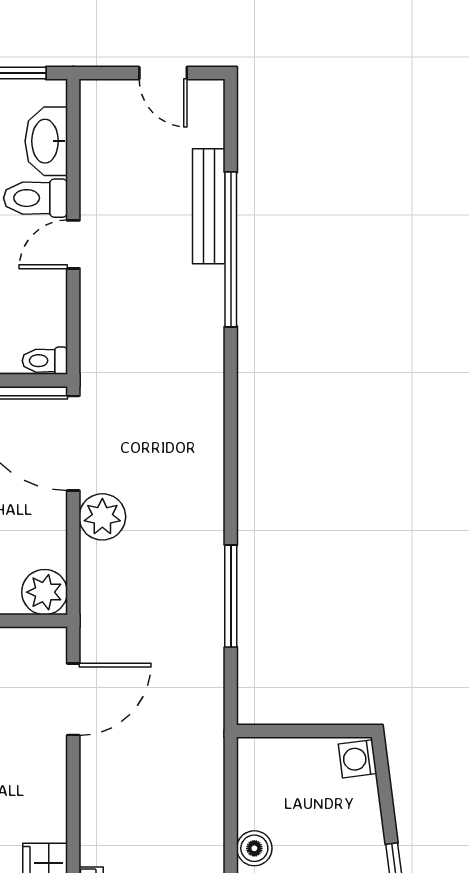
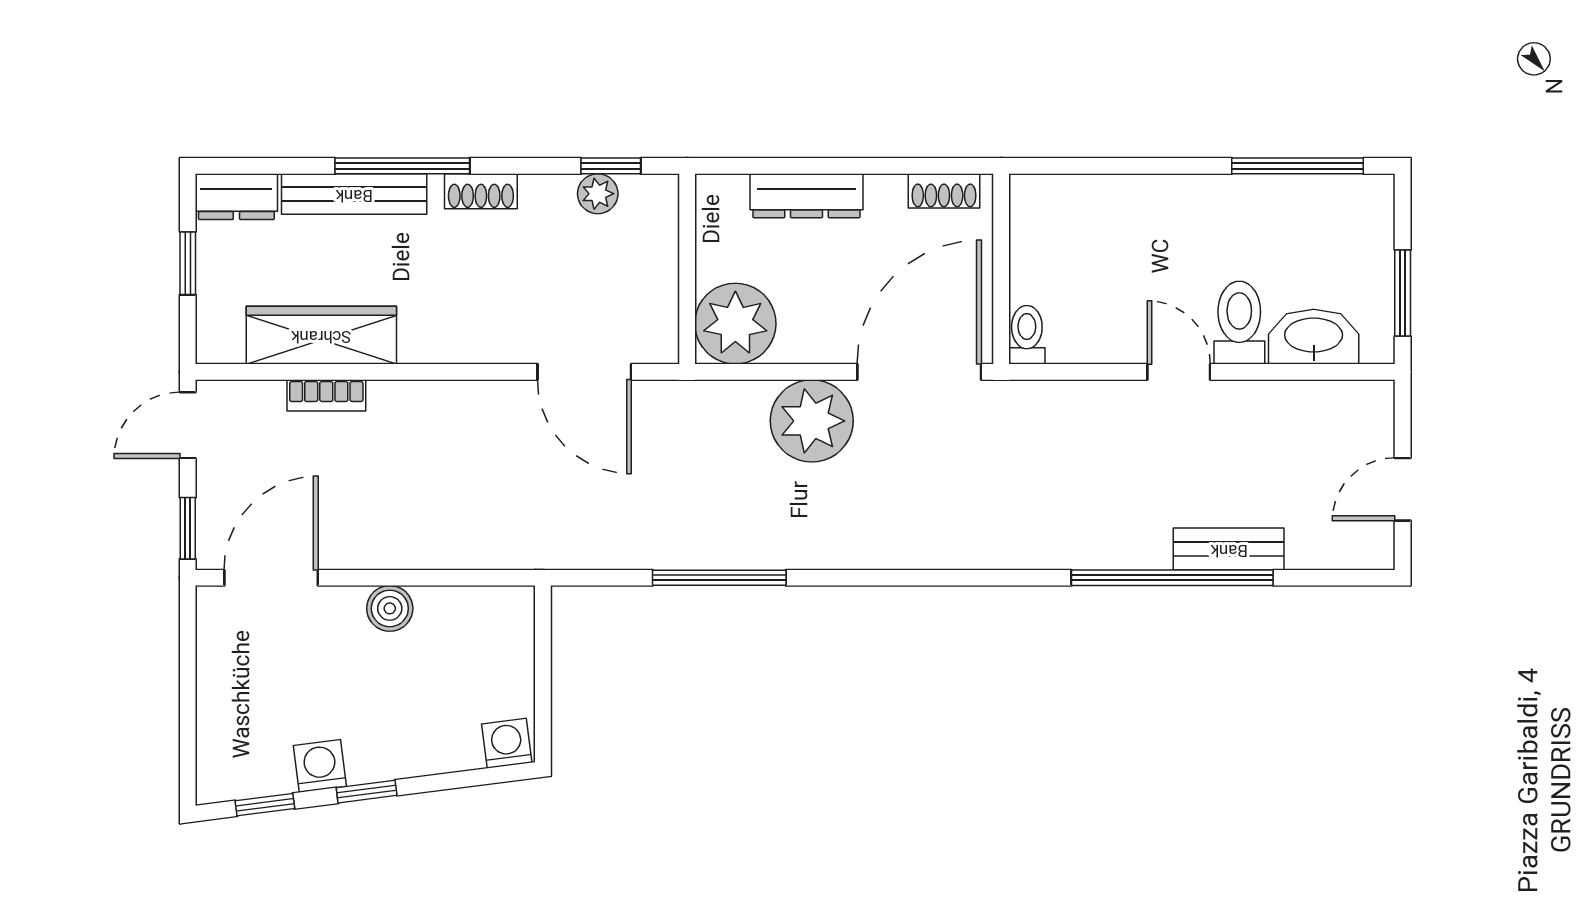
bench: (209, 206) -> (1229, 549), width x0.73
plant: (102, 517) -> (812, 421), width x1.36, depth x1.36
plant: (45, 592) -> (735, 324), width x1.36, depth x1.36

